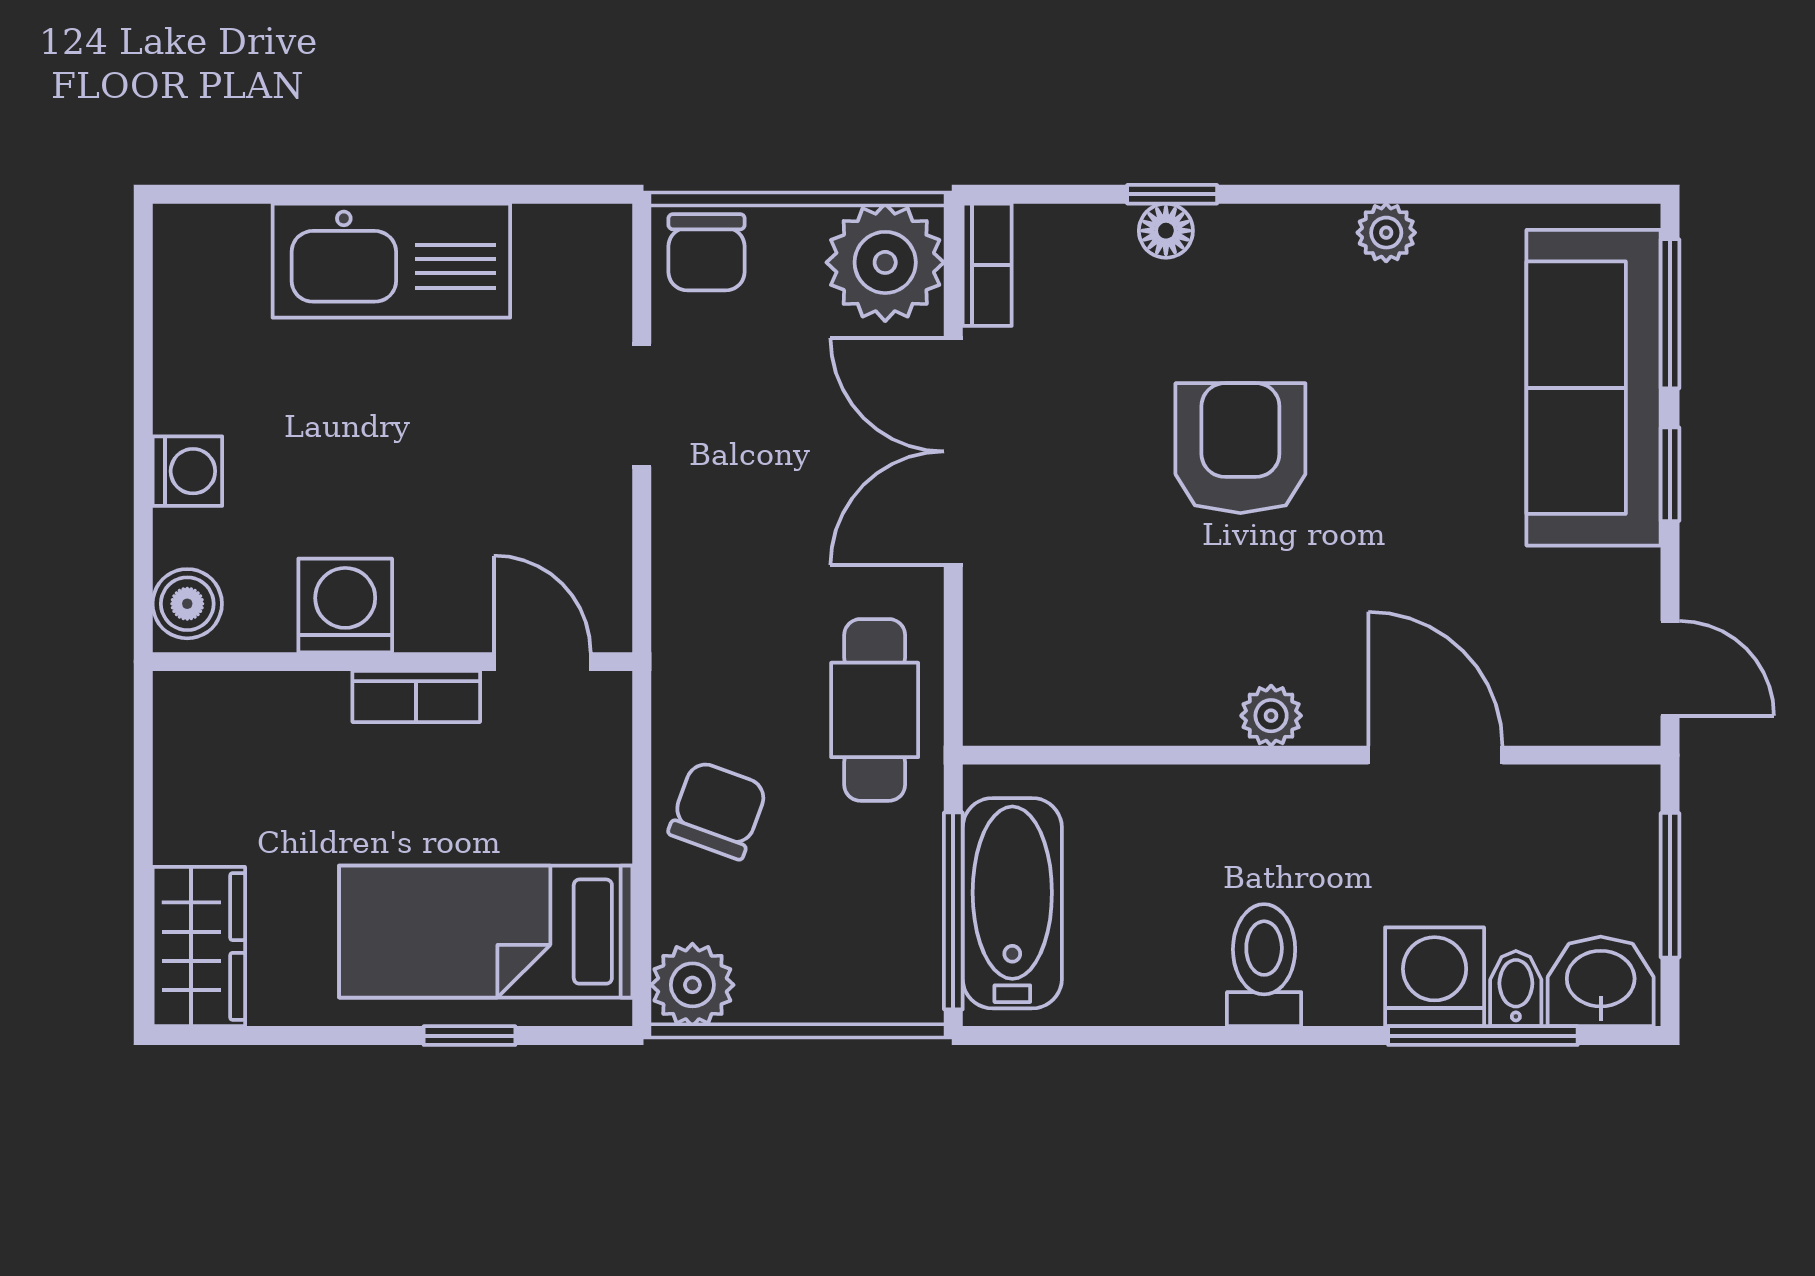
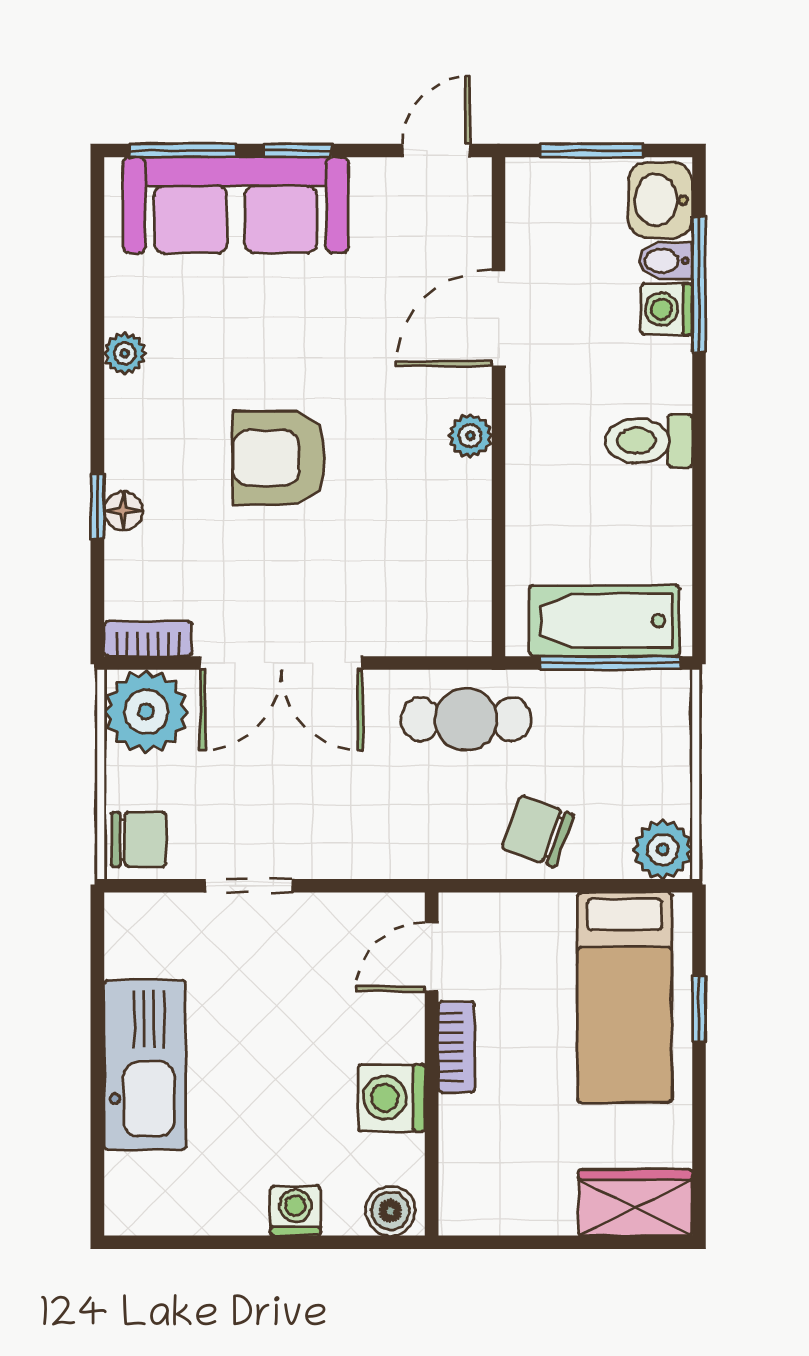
washing machine: (1435, 977) -> (667, 309), width x0.73, depth x0.73

